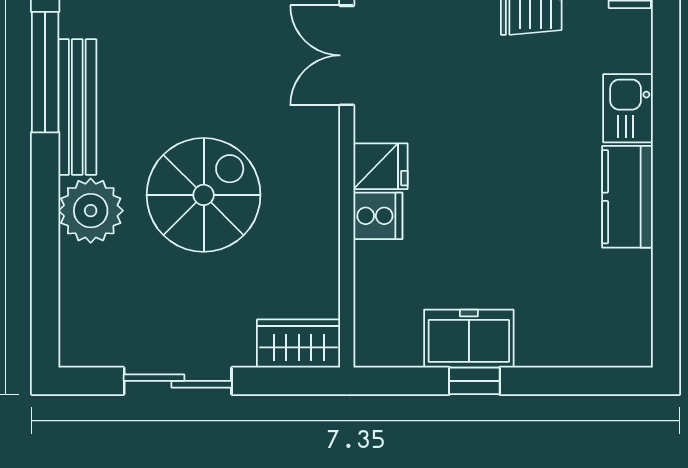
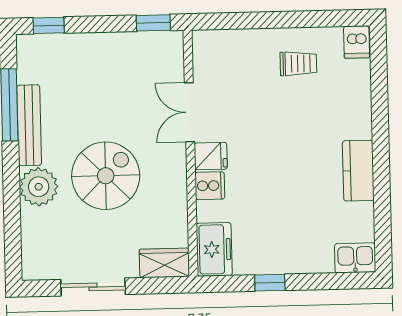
double door: (347, 55) -> (189, 112), moved
kitchen sink: (628, 108) -> (355, 258), moved, turned 90
freezer: (469, 339) -> (214, 249), moved, turned 90

